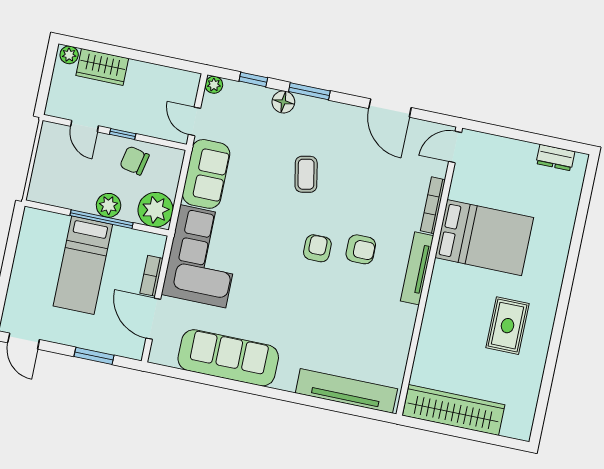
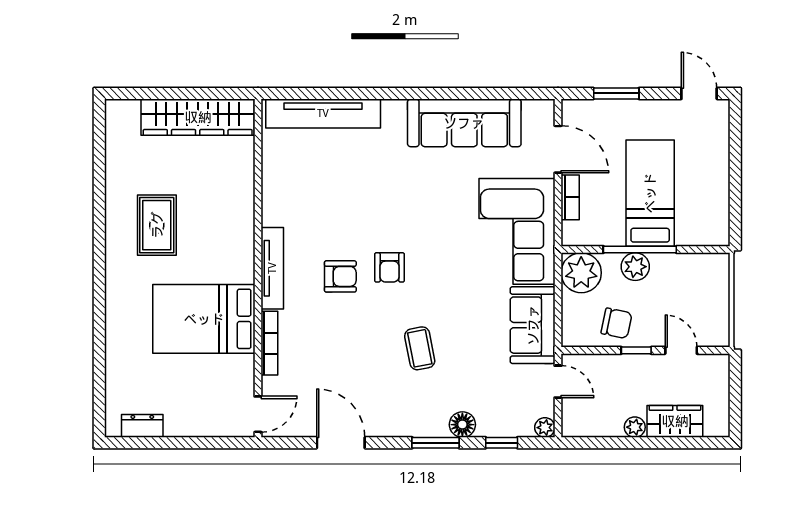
plant: (69, 55) -> (635, 427), moved
armchair: (361, 249) -> (340, 276), turned 180

